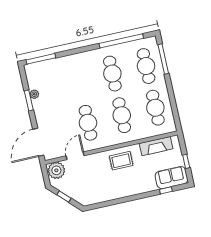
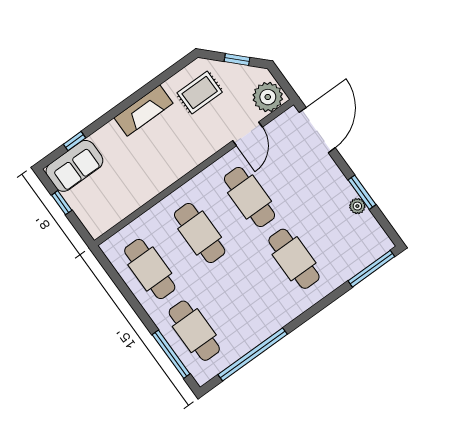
cafe table: (112, 74) -> (294, 259), moved
fireplace: (156, 146) -> (144, 110), moved, turned 180
rug: (121, 161) -> (200, 92), moved

